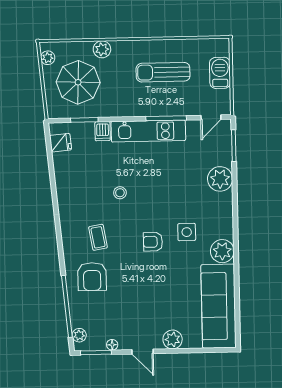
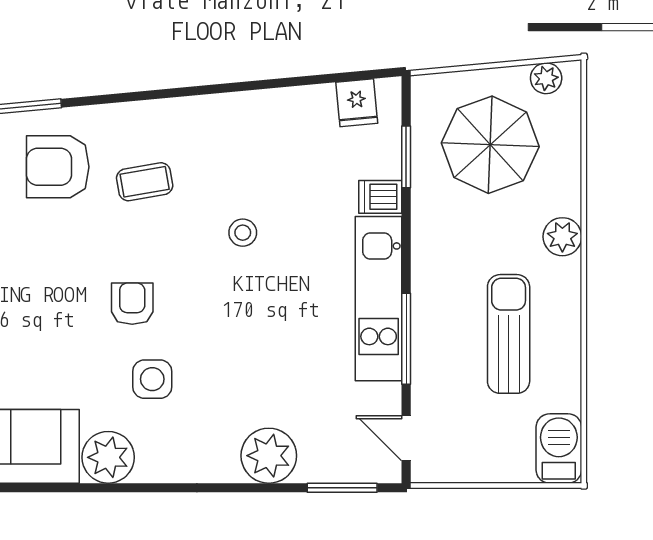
plant: (102, 49) -> (562, 237), moved
barbecue: (220, 73) -> (559, 448), moved, turned -90

